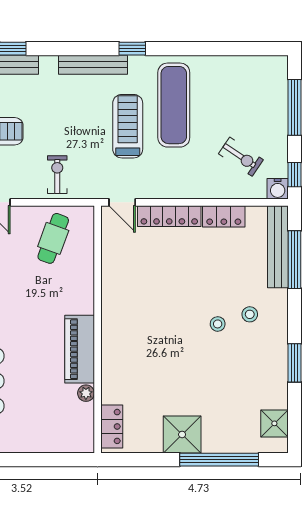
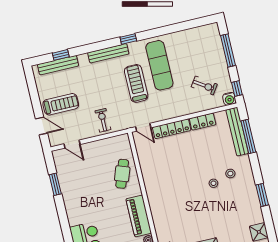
cafe table: (53, 238) -> (122, 174), moved

